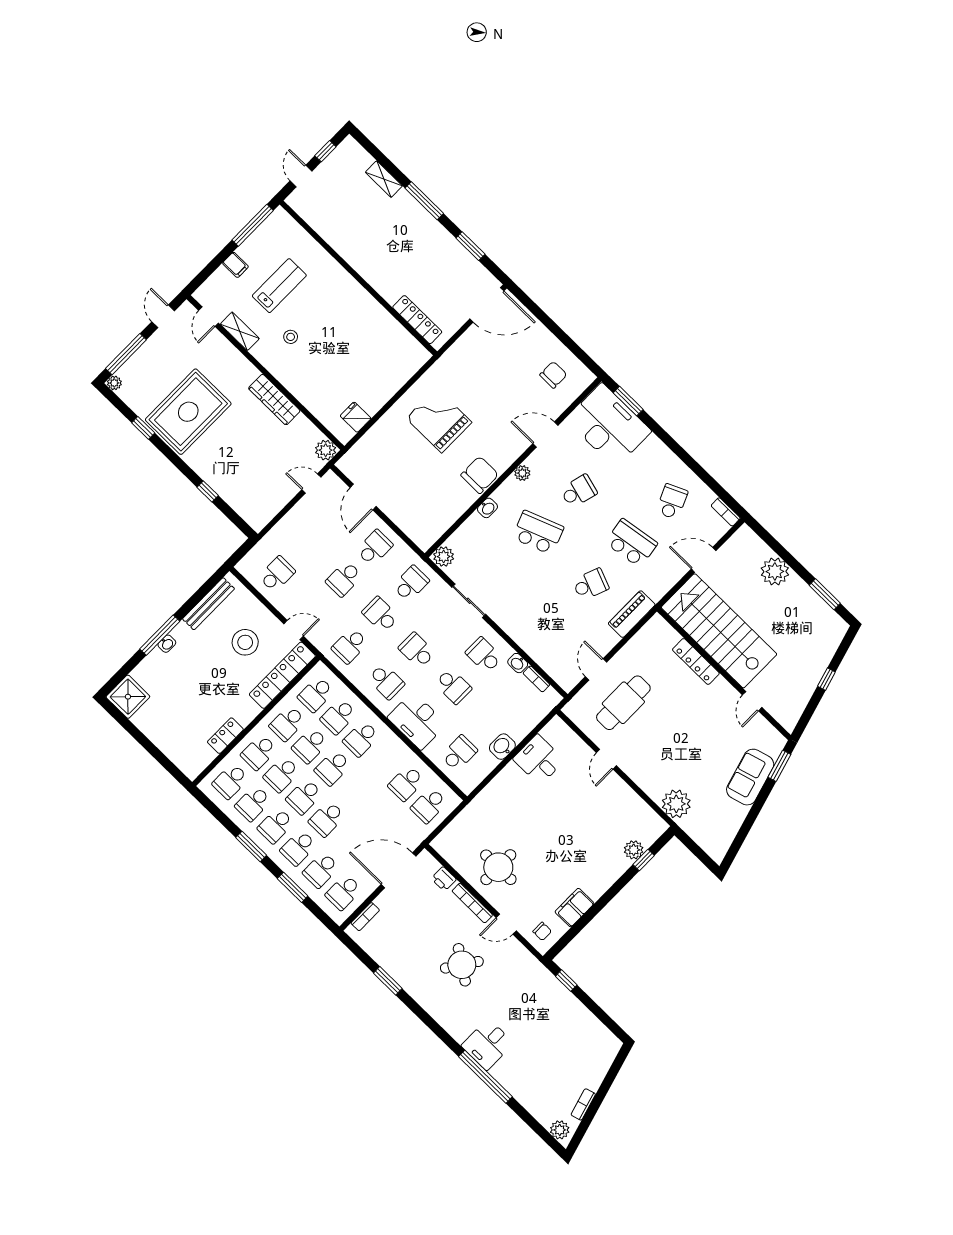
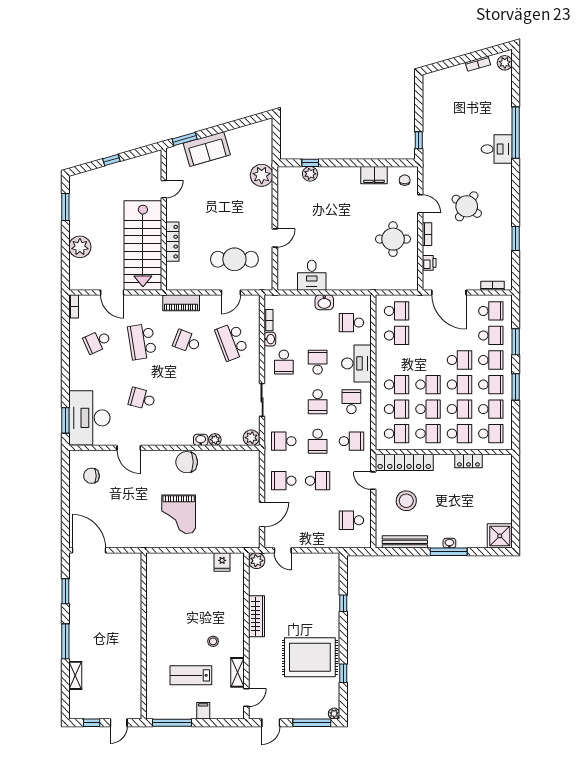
locker: (417, 320) -> (135, 581), removed
plant: (522, 473) -> (215, 440), moved
school desk: (538, 533) -> (232, 342), moved
bookcase: (472, 903) -> (427, 234), width x0.64

